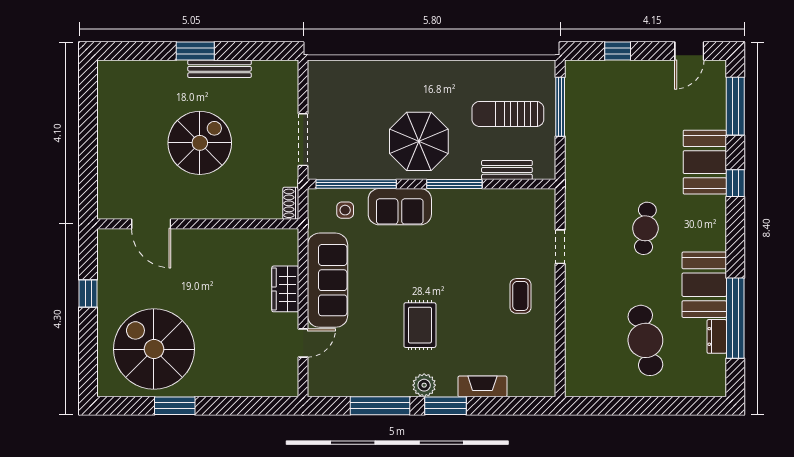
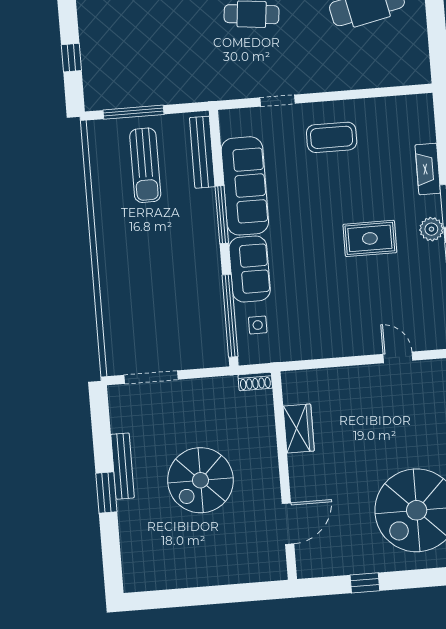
doorway: (303, 140) -> (151, 377), moved
parasol: (419, 141) -> (181, 255), removed
spiral stairs: (200, 143) -> (200, 480), turned -90
bench: (507, 170) -> (202, 152), width x1.36
sofa: (328, 280) -> (245, 186), moved, turned 90
wardrobe: (285, 289) -> (299, 428), moved, turned -90
coffee table: (520, 296) -> (332, 137), width x1.36, depth x1.30

